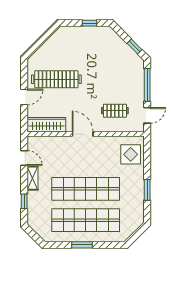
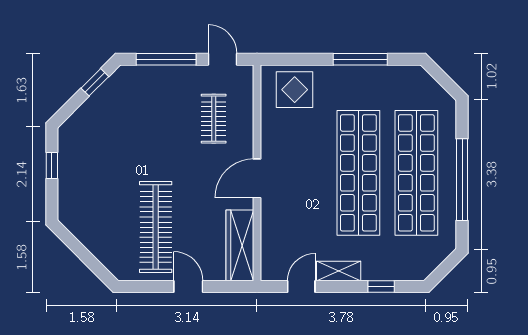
window: (147, 190) -> (360, 59), width x1.44
window: (82, 245) -> (462, 180), width x2.11

